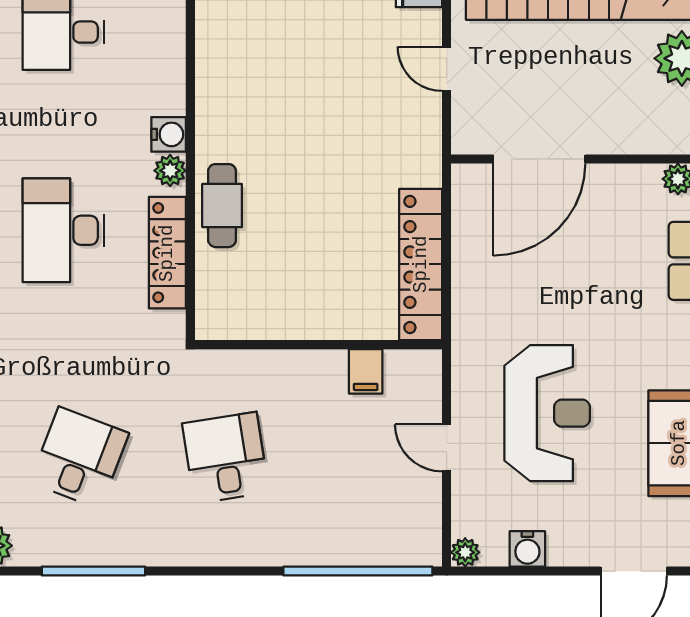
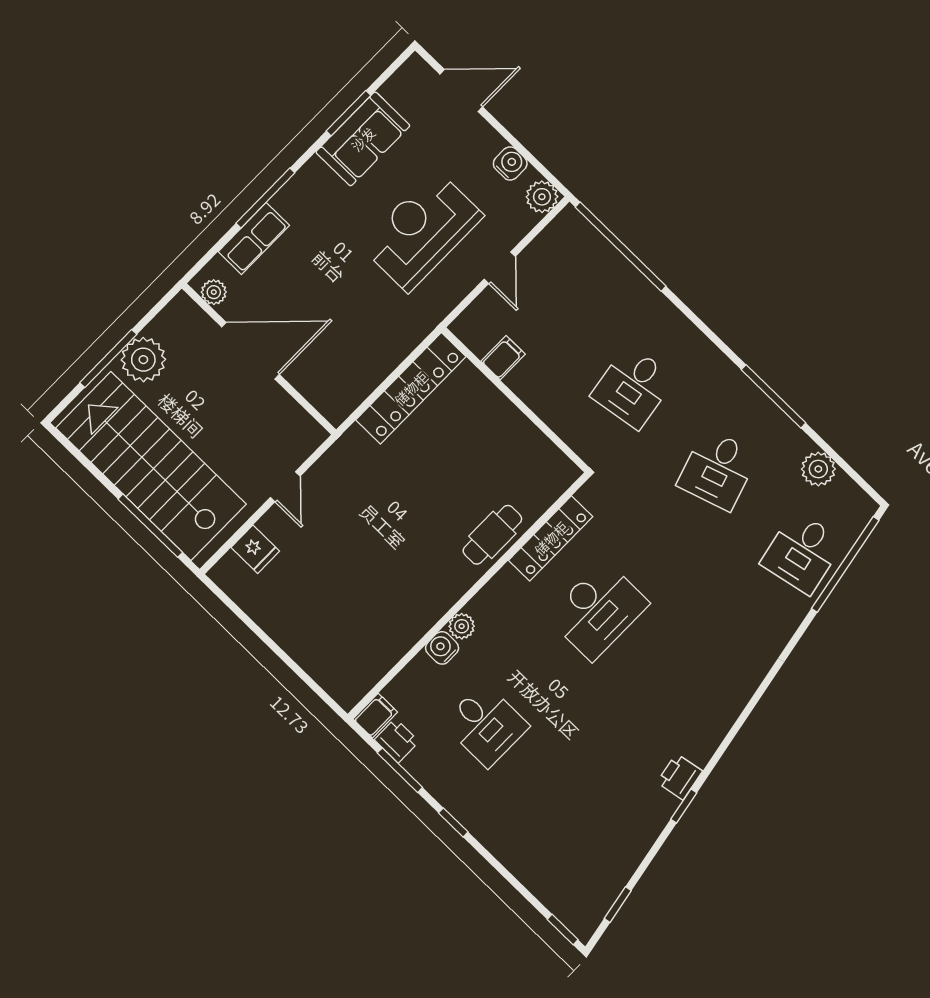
water cooler: (169, 134) -> (442, 648), moved
door: (539, 159) -> (251, 351), moved
plant: (170, 171) -> (462, 626), moved
desk: (79, 458) -> (718, 470), turned -39
plant: (465, 552) -> (542, 197), width x1.38, depth x1.38

